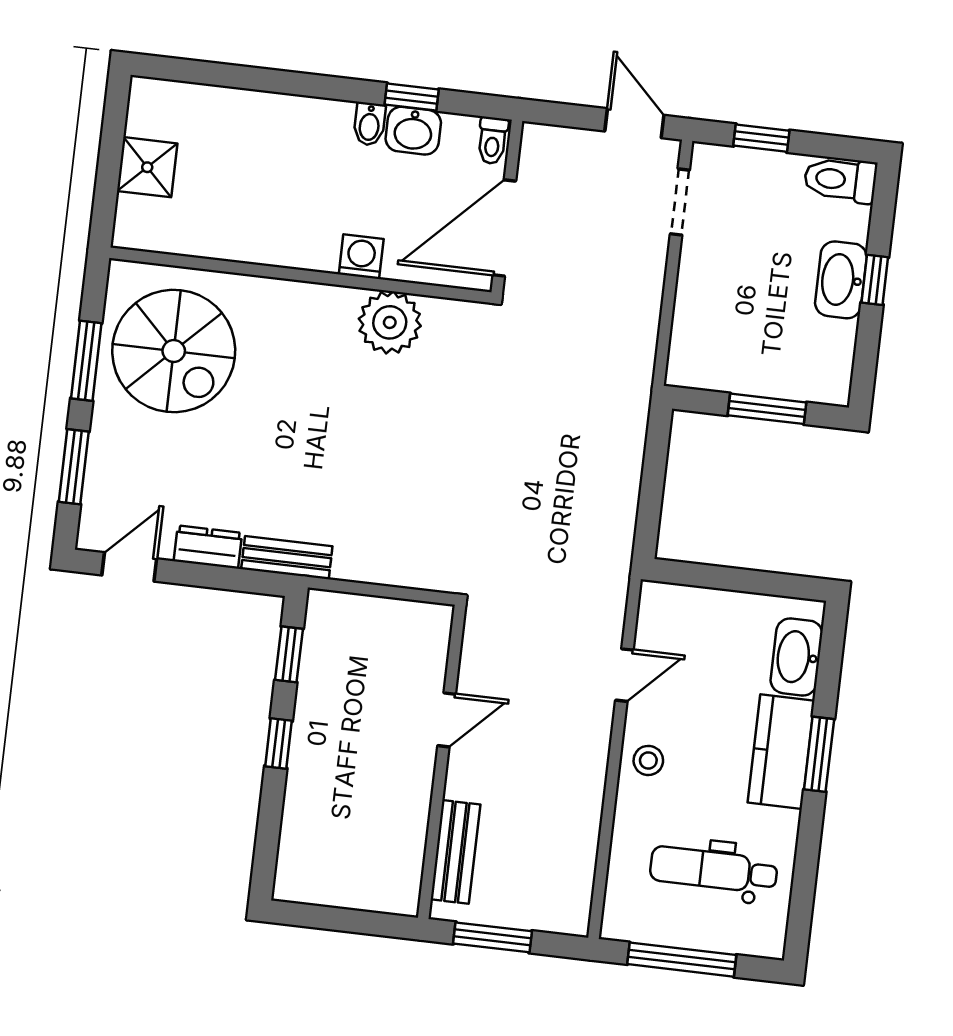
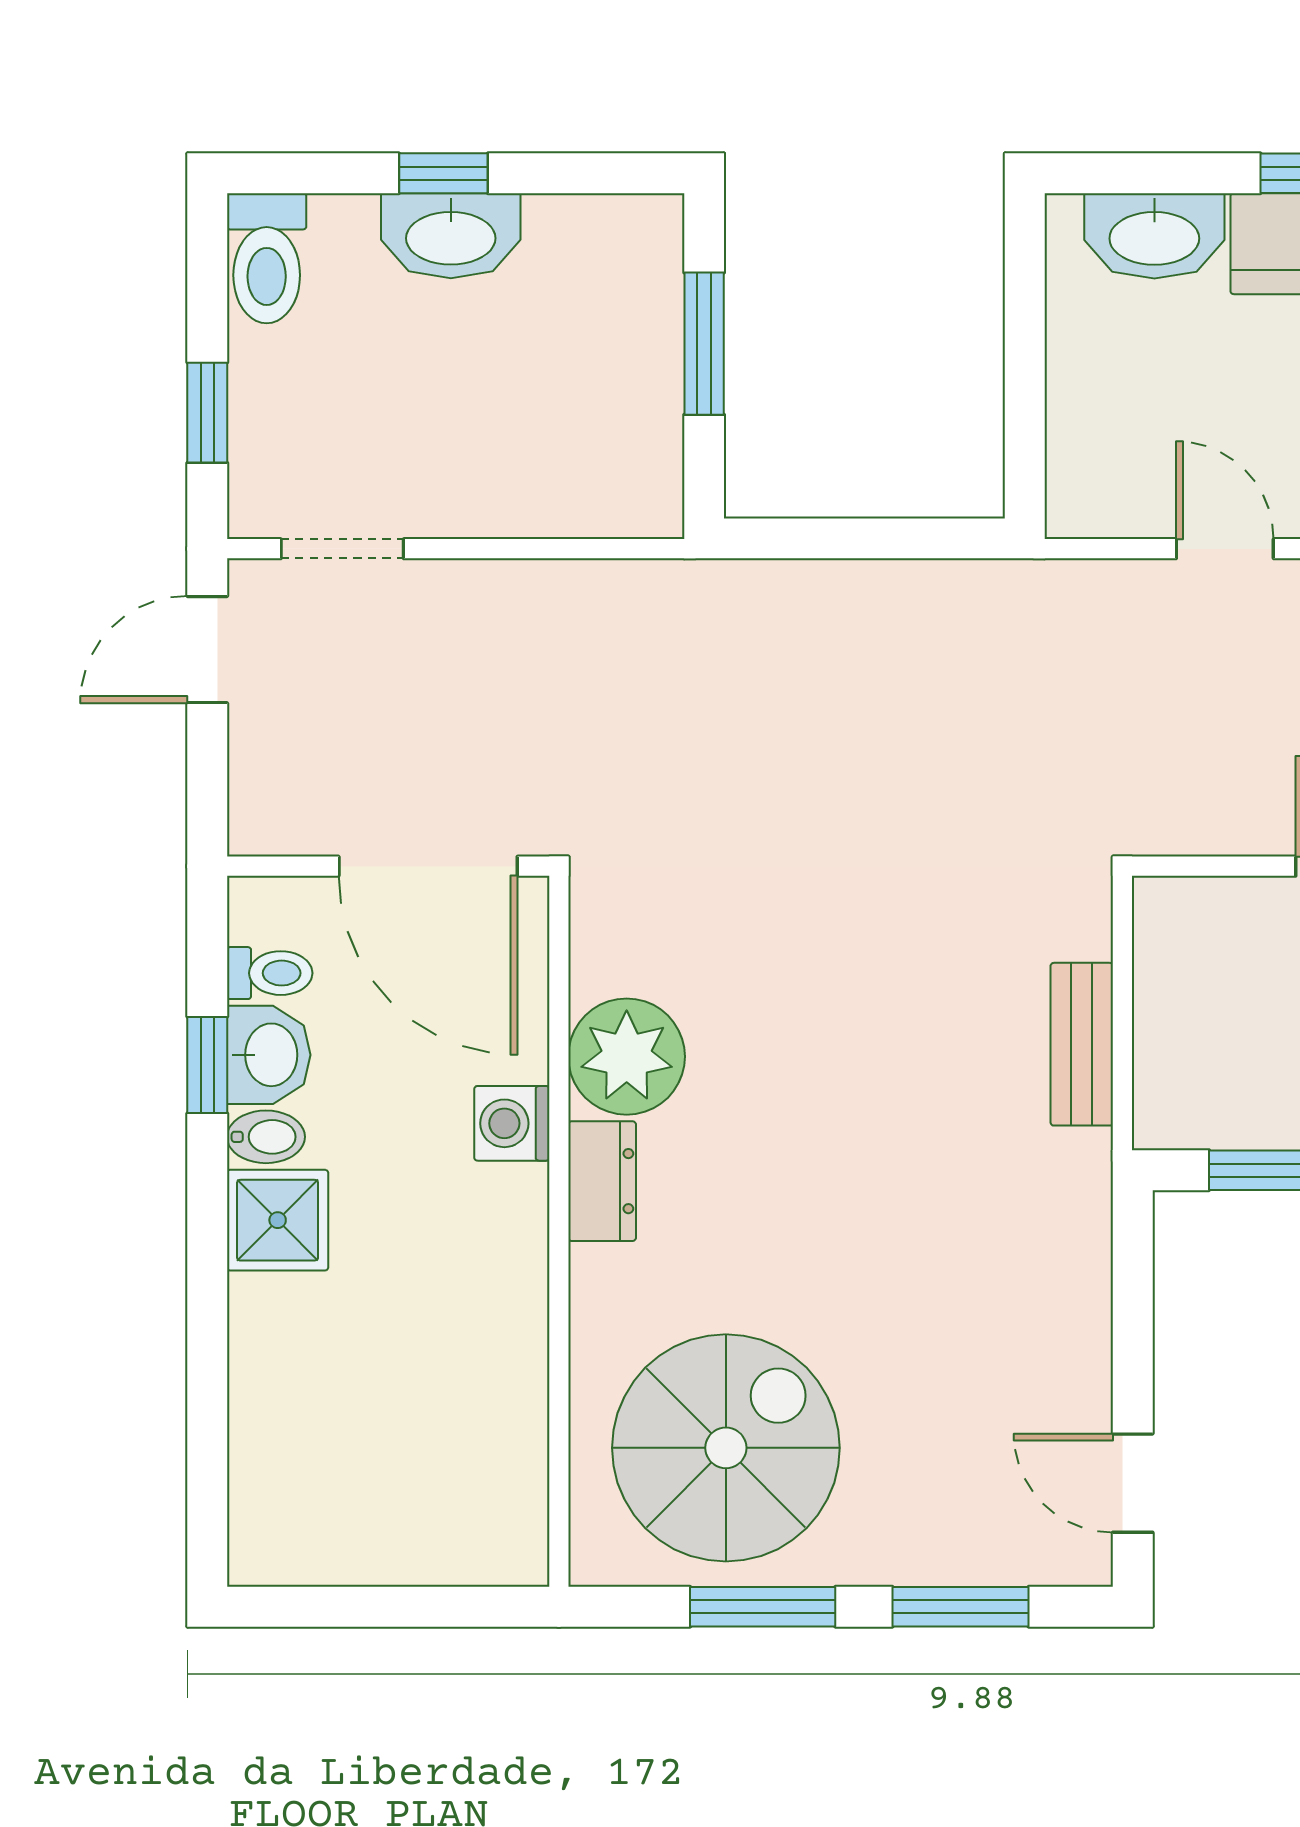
toilet: (493, 141) -> (270, 973), moved
shower: (147, 167) -> (278, 1220), moved
dresser: (208, 547) -> (602, 1181), moved, turned 180
bench: (287, 558) -> (1082, 1044), moved

